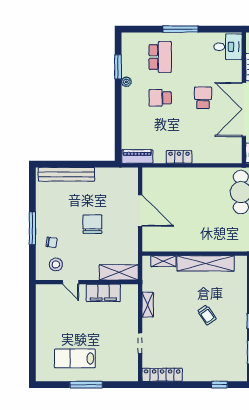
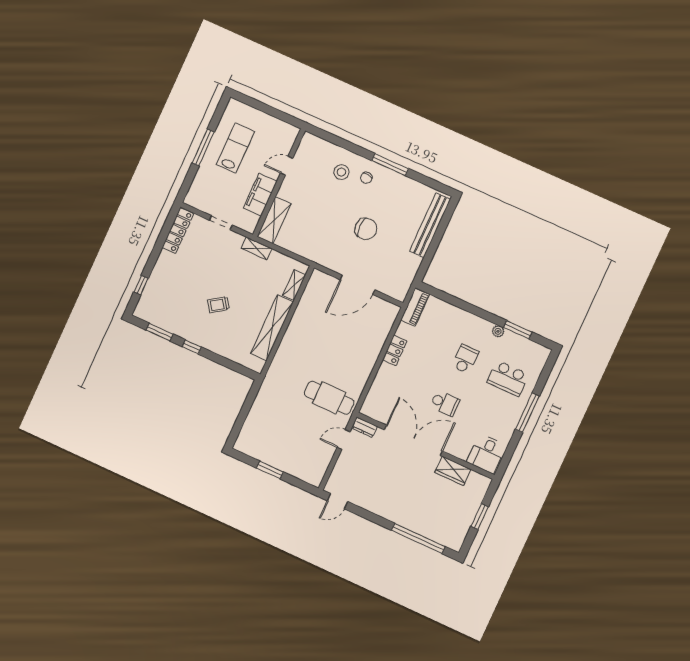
shelving: (119, 272) -> (274, 220), moved
door: (71, 282) -> (287, 166), moved
wall: (87, 282) -> (279, 183), moved
filing cabinet: (103, 293) -> (260, 195), moved

